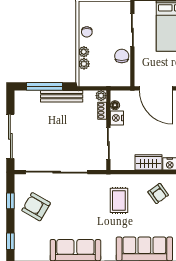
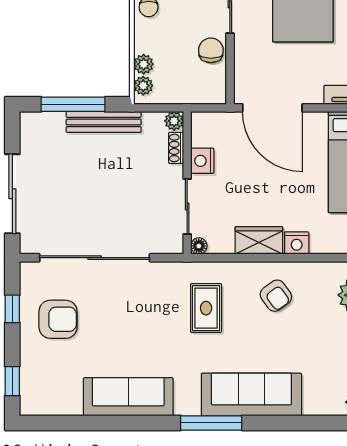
plant: (84, 52) -> (143, 86), moved
floor lamp: (115, 105) -> (199, 246), moved
armchair: (36, 207) -> (58, 319), turned 150

